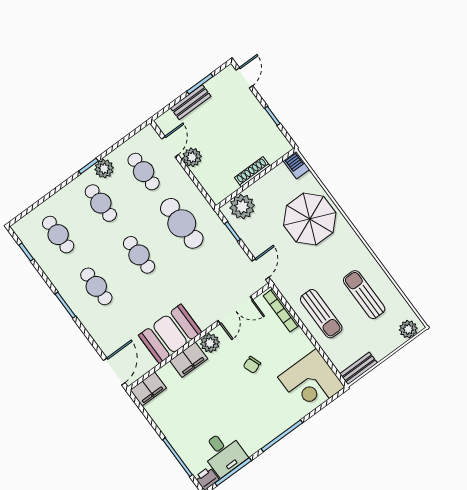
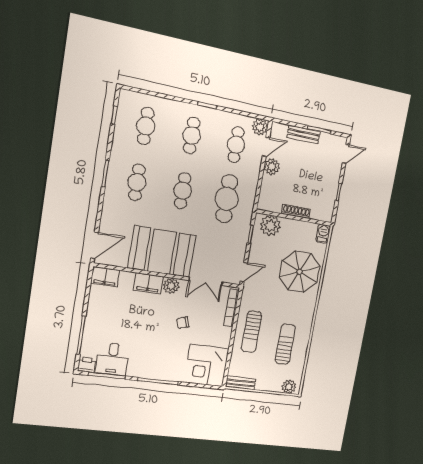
plant: (104, 169) -> (260, 127), moved
booth: (170, 334) -> (162, 252), width x1.36, depth x1.42

